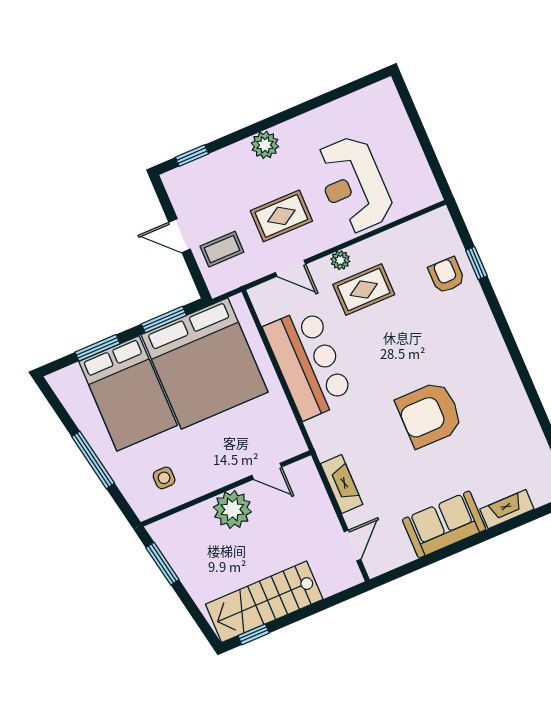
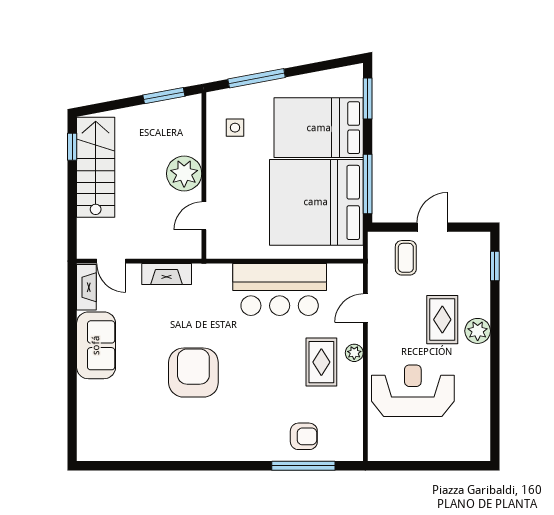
rug: (281, 216) -> (442, 320), moved
window: (476, 263) -> (303, 466), width x2.17
window: (164, 320) -> (368, 184), width x1.44
window: (98, 348) -> (368, 99), moved
window: (93, 460) -> (257, 78), moved
fireplace: (507, 509) -> (86, 287), moved

